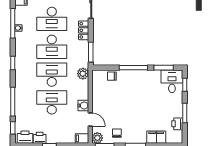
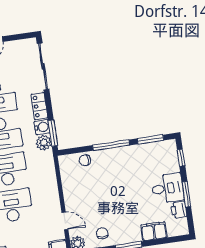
plant: (83, 74) -> (44, 143), moved
desk: (172, 81) -> (167, 188), moved, turned 90
water cooler: (83, 106) -> (42, 127), moved

